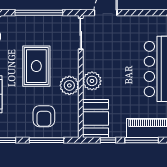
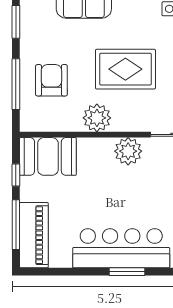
plant: (92, 81) -> (128, 151), moved
armchair: (44, 116) -> (51, 80), turned 90

